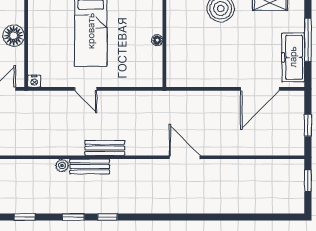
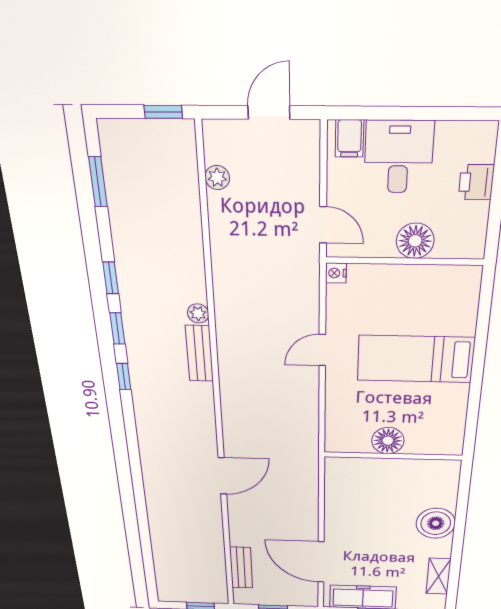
floor lamp: (157, 40) -> (388, 441), width x1.89, depth x1.89
bench: (105, 148) -> (241, 568), moved
window: (25, 217) -> (111, 278), moved

